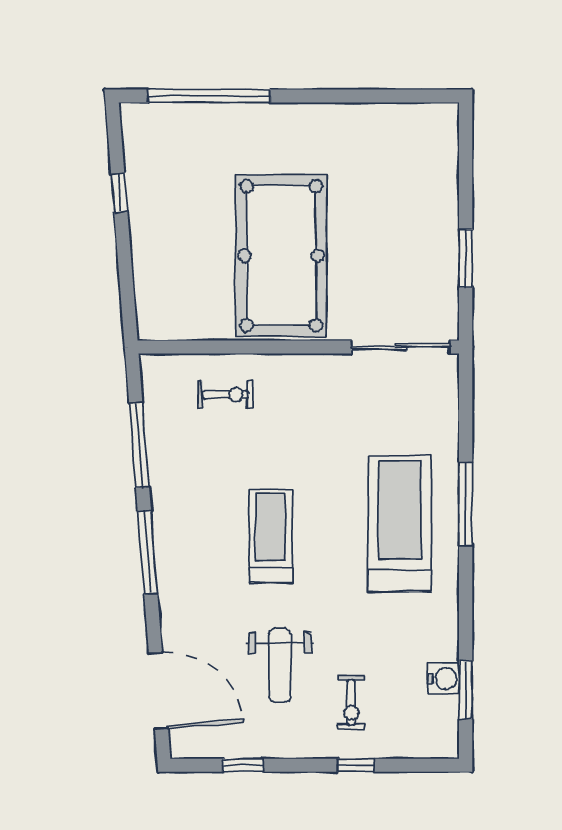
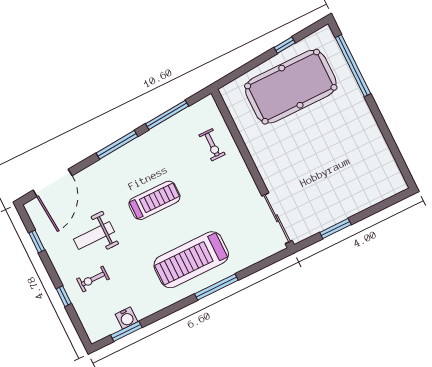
pool table: (281, 256) -> (291, 87), moved
treadmill: (400, 523) -> (191, 260), turned 180

